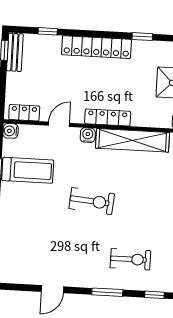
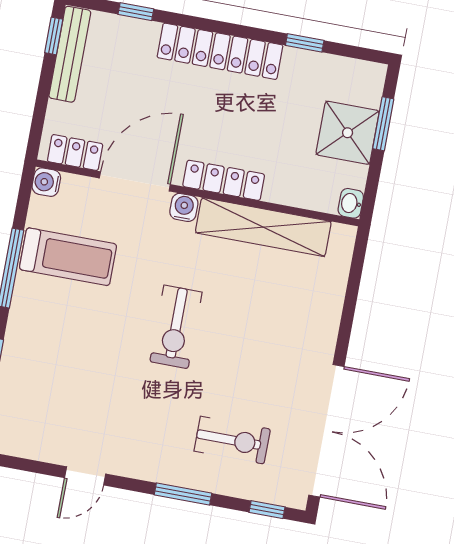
bench: (15, 52) -> (70, 54), width x1.36
door: (59, 124) -> (135, 181), width x1.88
exercise bike: (92, 201) -> (176, 327), turned 85

